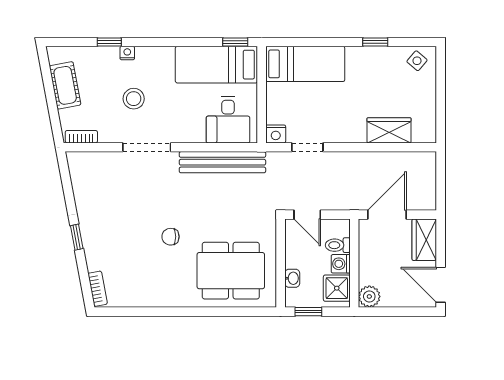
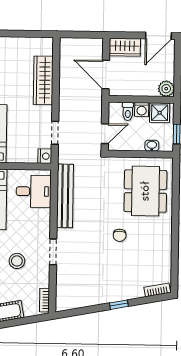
wardrobe: (389, 130) -> (43, 80), width x1.50
doorway: (147, 147) -> (53, 252), width x0.73

